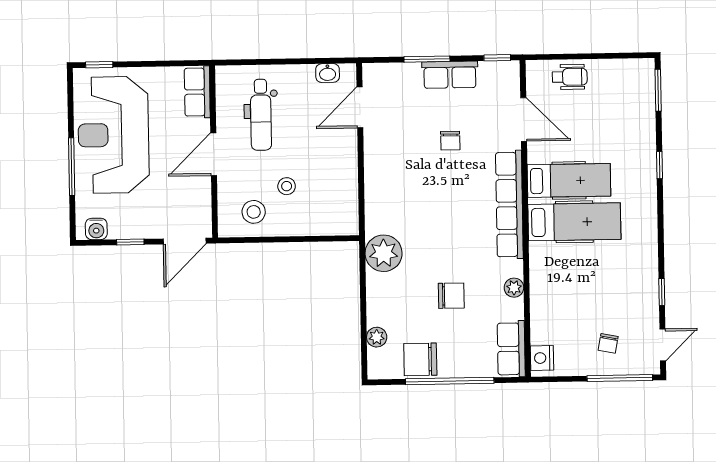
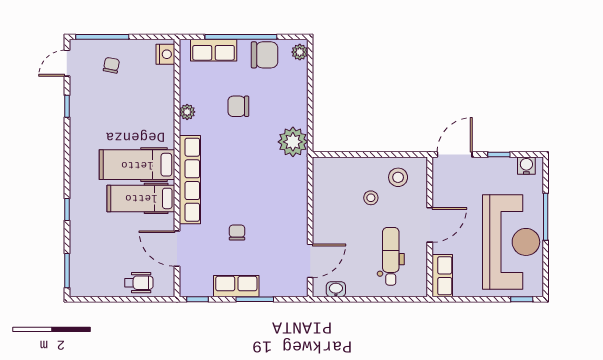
wheelchair: (570, 77) -> (139, 283), turned 180
plant: (377, 337) -> (300, 52), moved
row of seats: (511, 349) -> (214, 50), moved, turned 90

